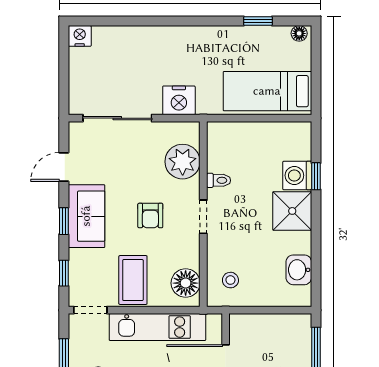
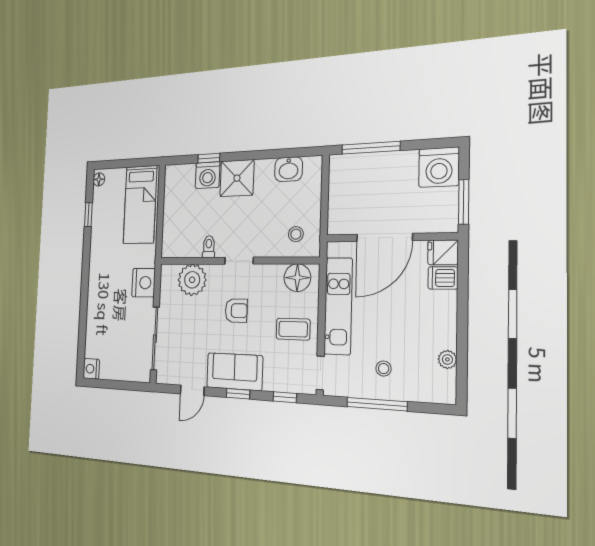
door: (64, 167) -> (192, 390), hinge flipped
coffee table: (133, 280) -> (293, 329), width x0.73, depth x0.77

